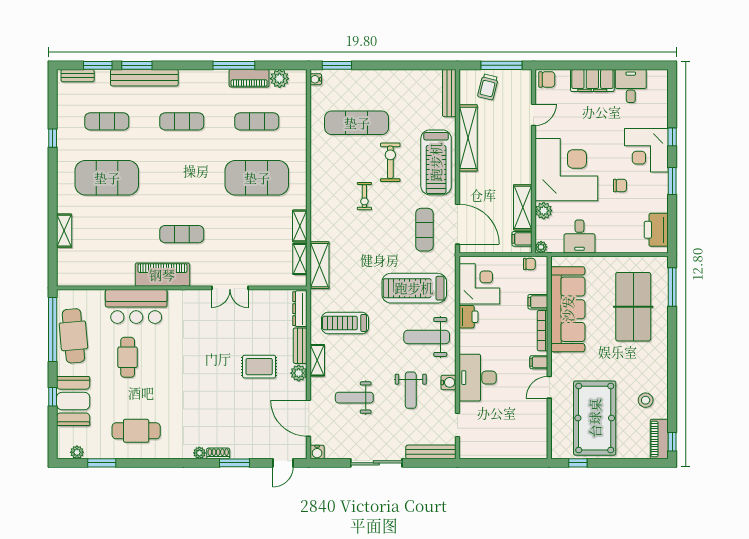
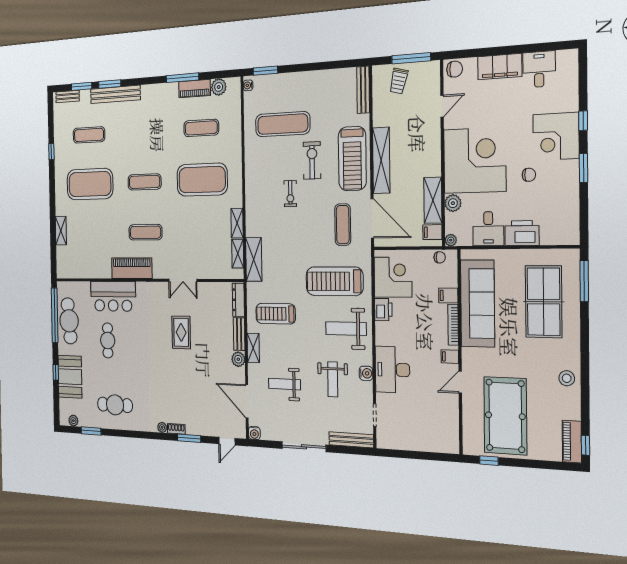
exercise mat: (182, 121) -> (145, 182), moved
shelving: (468, 138) -> (381, 160), moved
printer: (656, 230) -> (522, 233), moved, turned 90
rug: (259, 367) -> (181, 332), moved, turned 90
stool: (646, 400) -> (567, 378), moved

